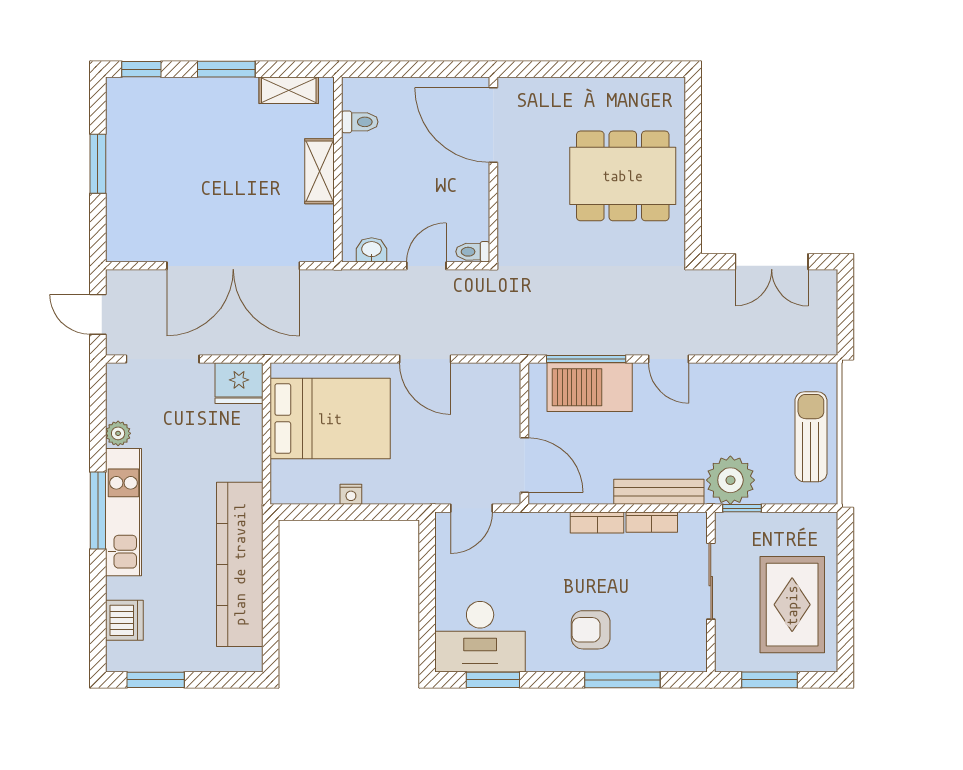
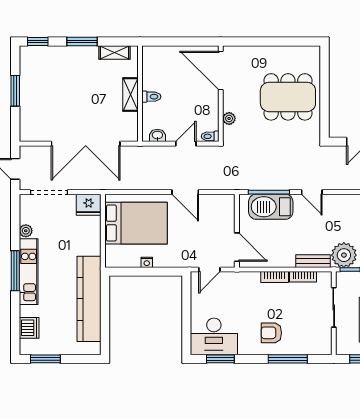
toilet: (360, 122) -> (151, 97), moved
plant: (509, 217) -> (229, 119), added
bench: (659, 492) -> (313, 261), width x0.73

